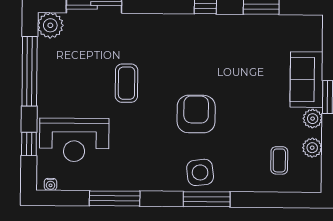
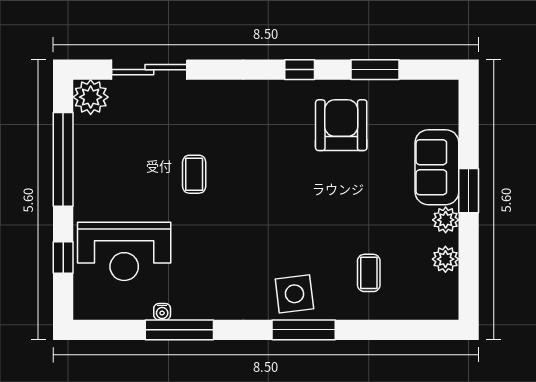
coffee table: (127, 83) -> (194, 174), width x0.73, depth x0.77
armchair: (196, 114) -> (341, 125), moved
coffee table: (279, 160) -> (369, 273), moved
water cooler: (51, 184) -> (162, 312), moved

